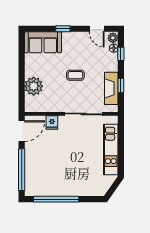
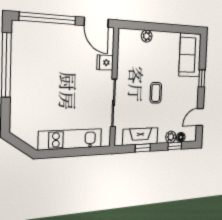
plant: (113, 38) -> (171, 137), moved
plant: (34, 86) -> (147, 36), width x0.53, depth x0.53

